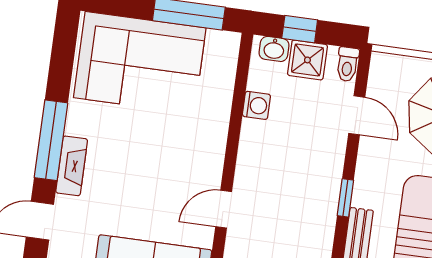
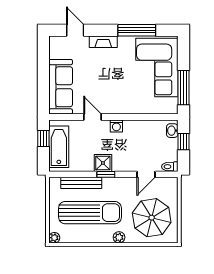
shower: (307, 60) -> (103, 163), moved
washing machine: (256, 105) -> (116, 126), moved
window: (51, 140) -> (137, 30), moved

